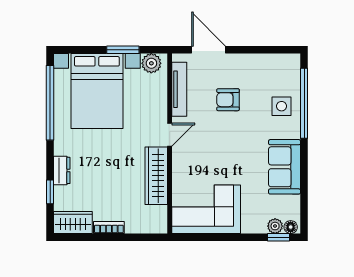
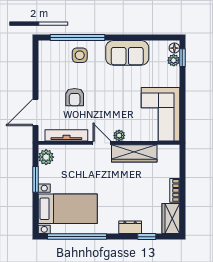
bed with nightstands: (97, 91) -> (68, 209), width x0.73
plant: (179, 157) -> (119, 135), added

